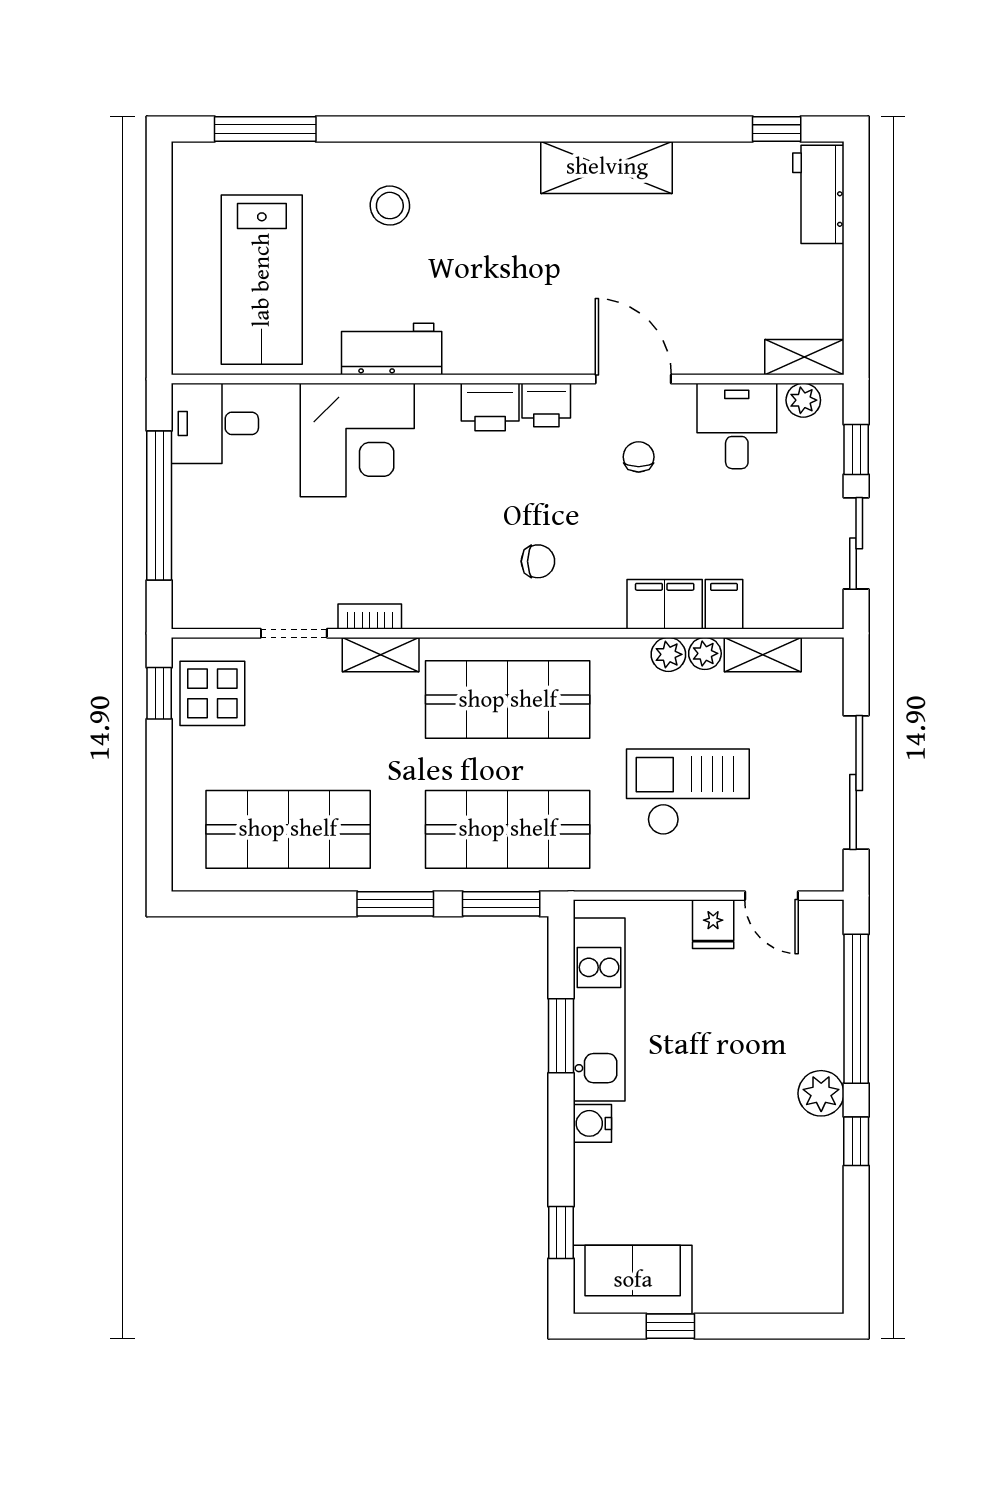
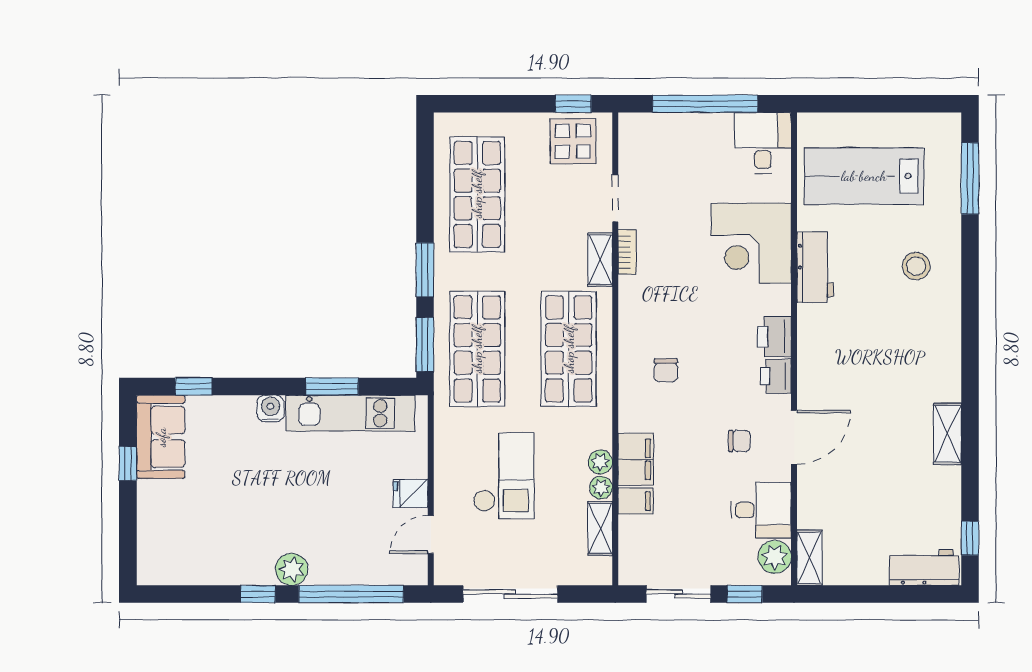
shelving: (607, 167) -> (947, 434), width x0.67, depth x0.75
plant: (803, 400) -> (775, 557), width x1.38, depth x1.38

